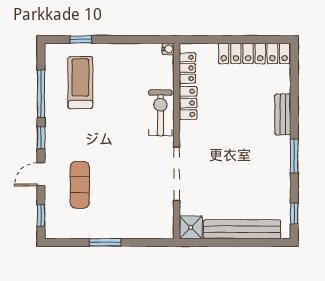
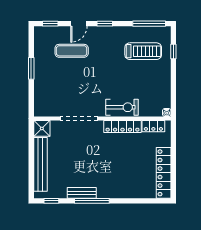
window: (41, 94) -> (149, 24), moved
locker: (188, 103) -> (123, 127), width x1.53
bench: (283, 114) -> (82, 193), moved
window: (294, 156) -> (92, 201), width x1.44
door: (41, 174) -> (79, 24), swing flipped

